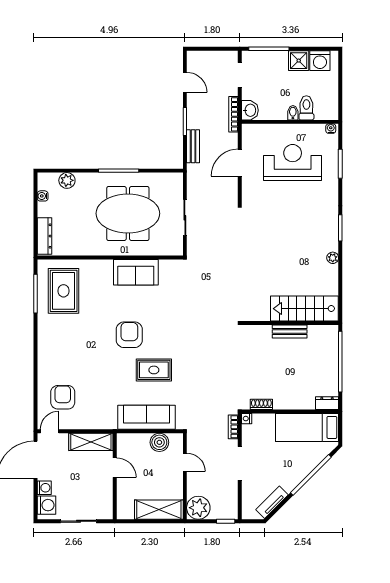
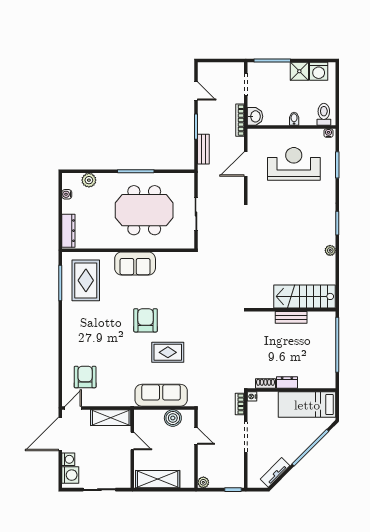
toilet: (306, 108) -> (324, 114), moved
sofa: (136, 272) -> (135, 264), moved
dresser: (327, 403) -> (287, 382), moved
plant: (198, 508) -> (203, 482), width x0.53, depth x0.53
shelving: (159, 510) -> (158, 479), moved

